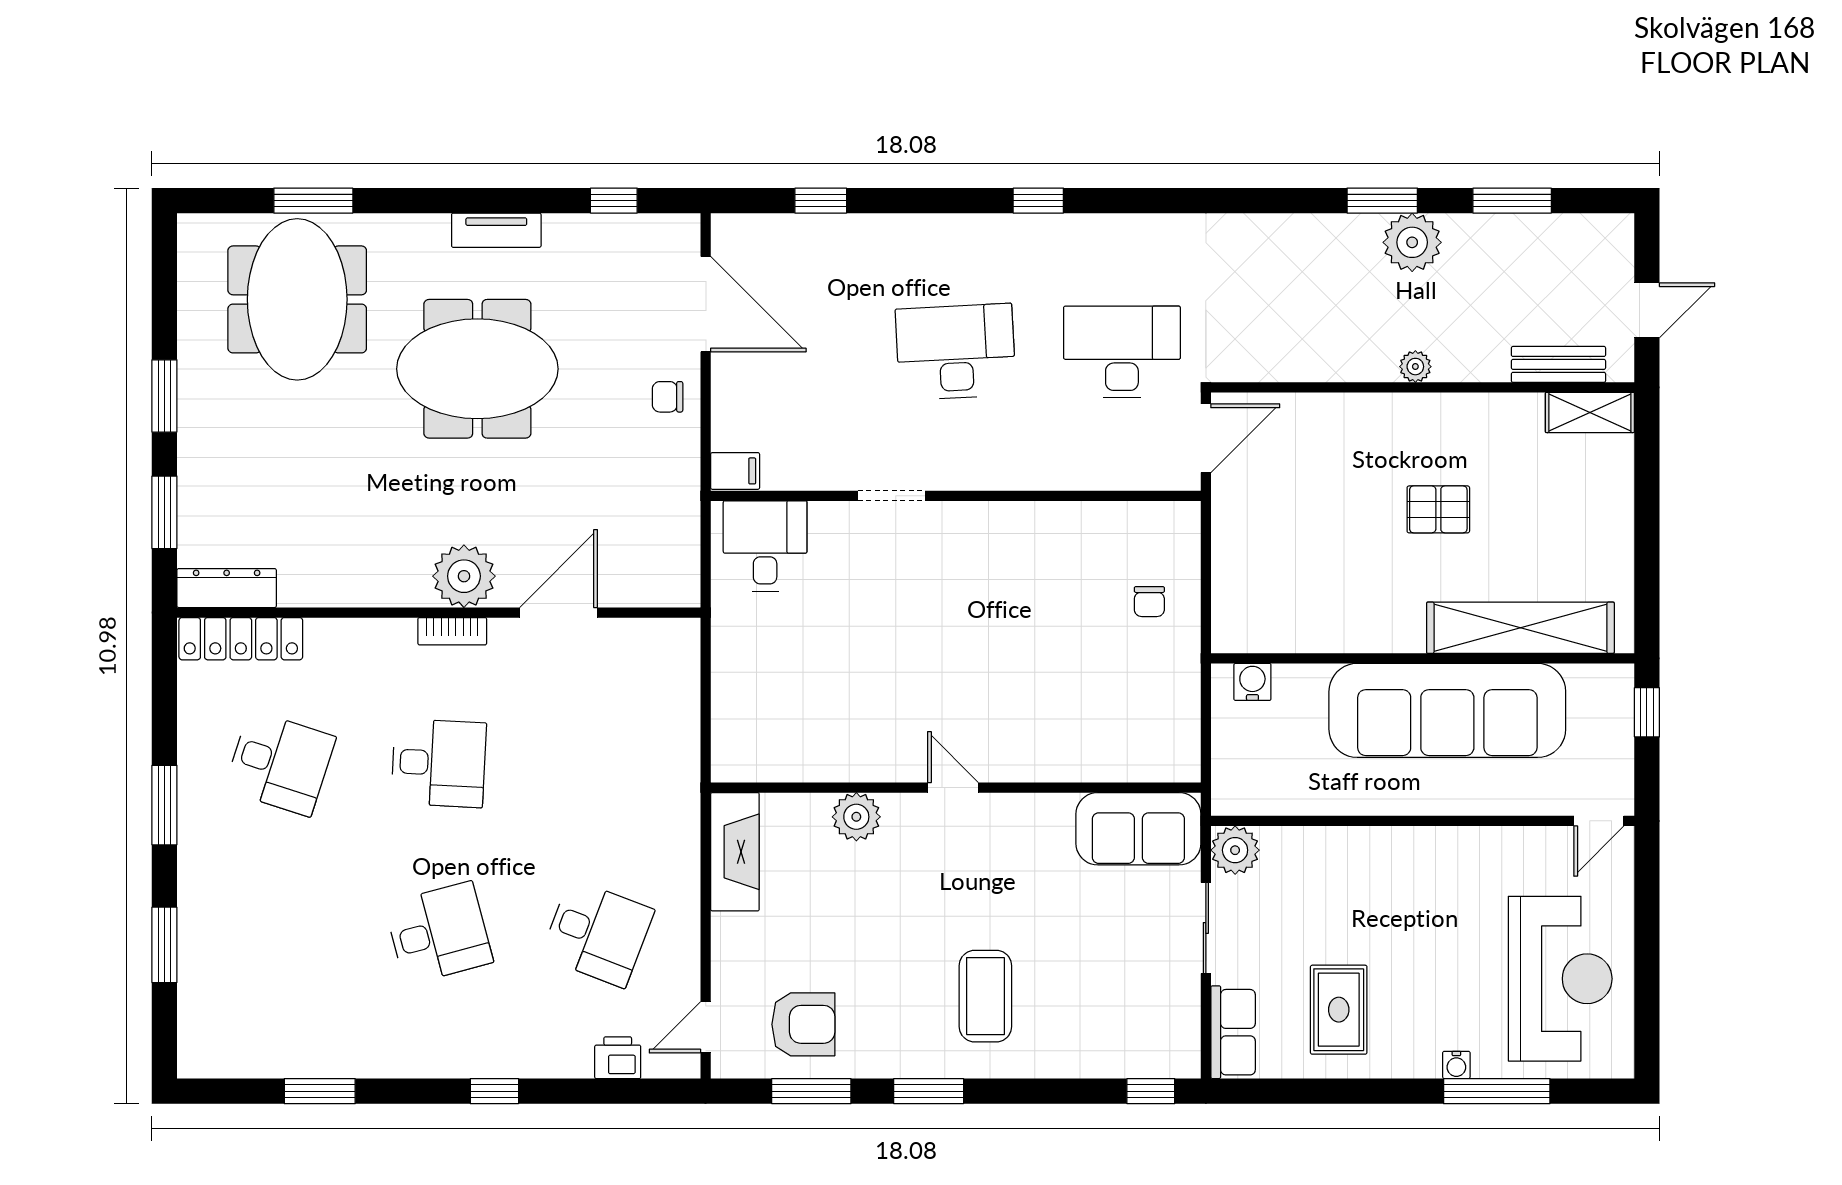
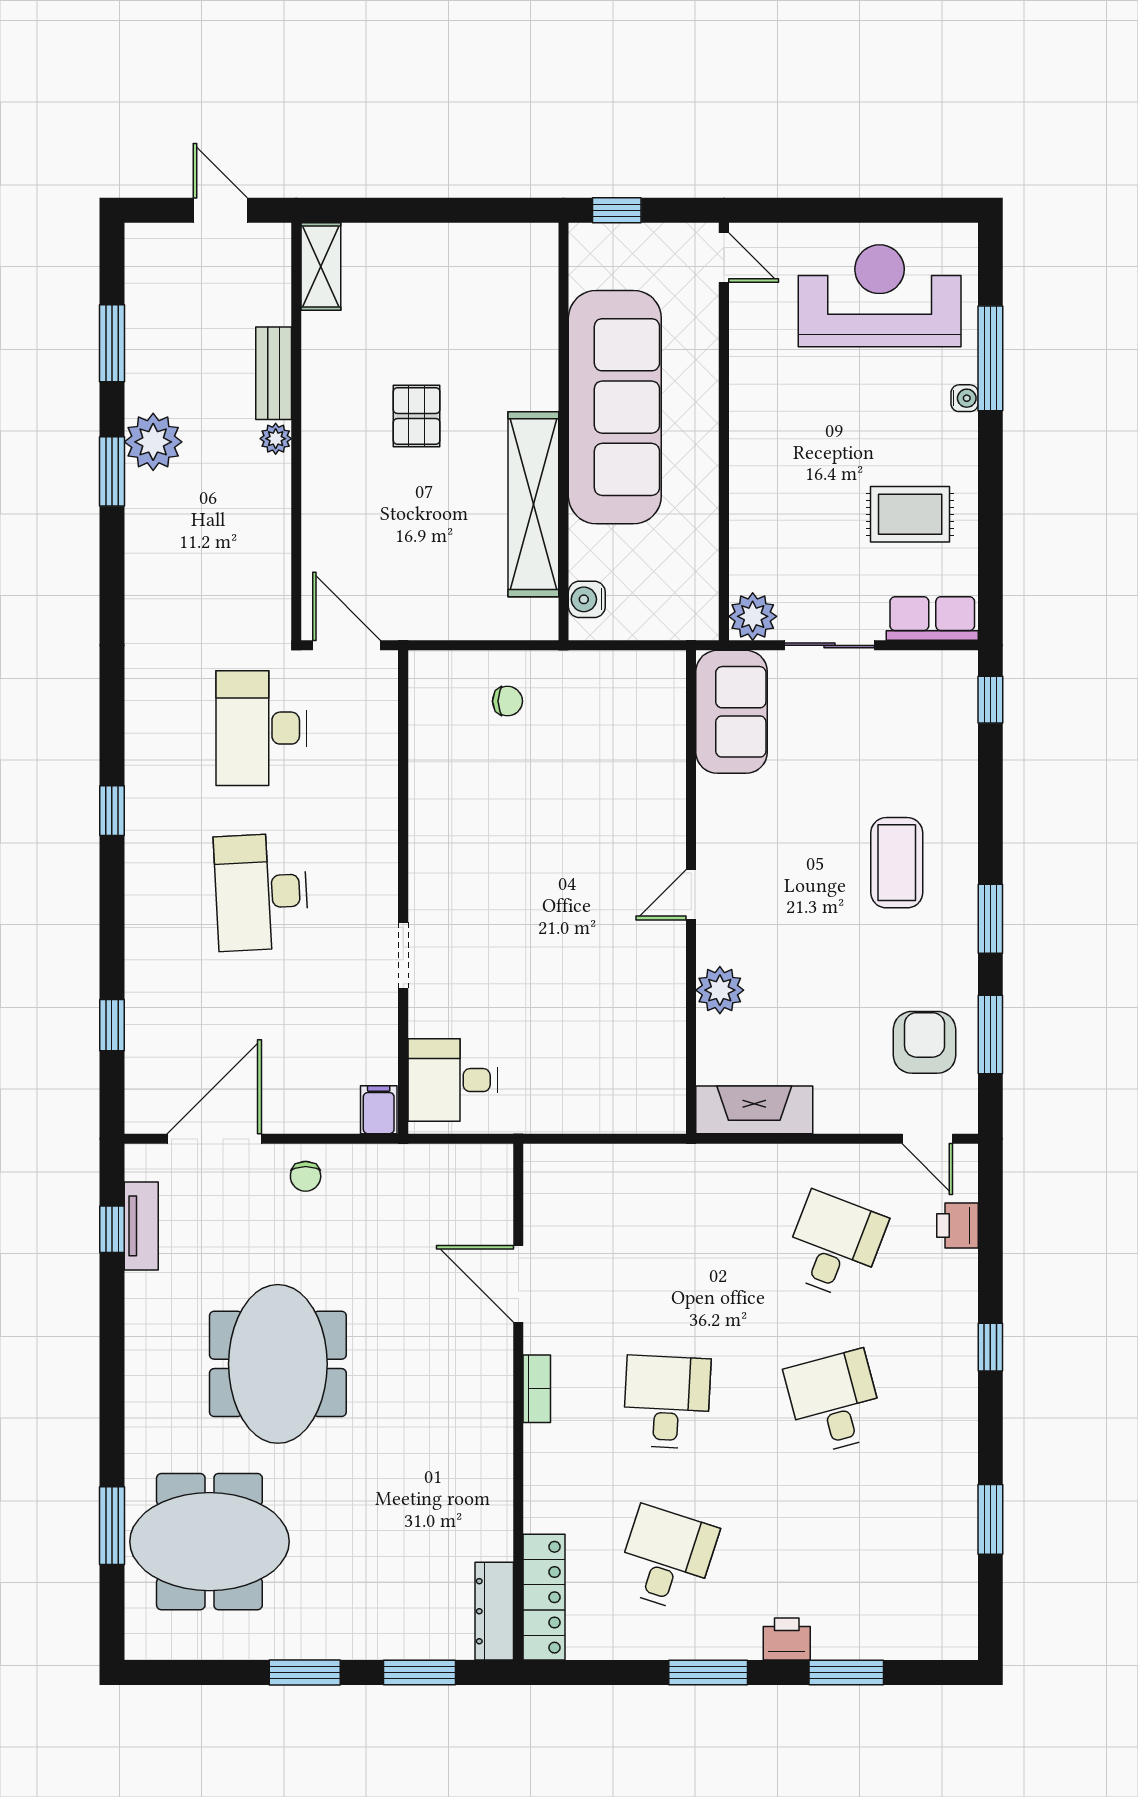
tv unit: (496, 230) -> (141, 1226), moved
bench: (1558, 364) -> (274, 373), moved
plant: (464, 576) -> (482, 1377), removed
shelving: (1520, 628) -> (533, 504), moved
printer: (198, 885) -> (787, 1639), added
coffee table: (985, 996) -> (897, 863), turned 90

